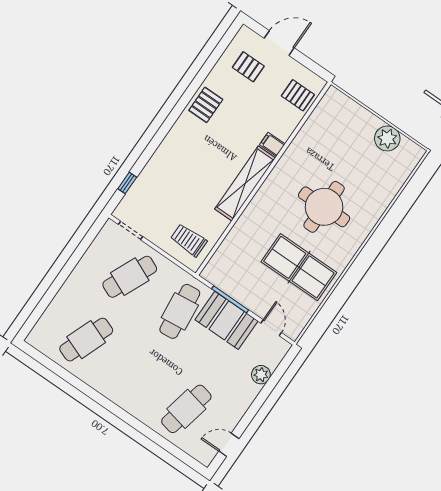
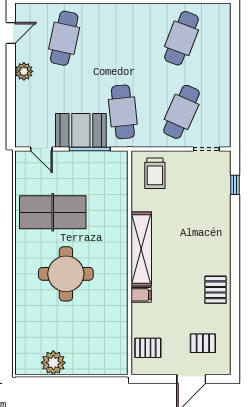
trolley: (189, 240) -> (155, 173), turned 90
plant: (261, 375) -> (24, 71), moved

